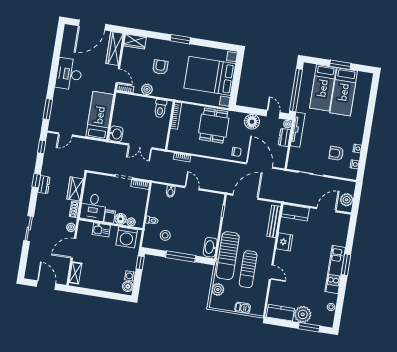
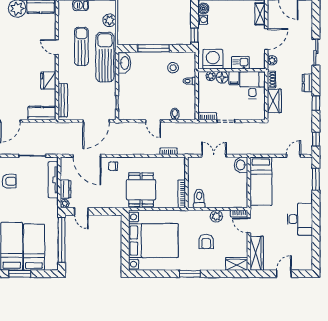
door: (92, 25) -> (284, 274), width x0.53
floor lamp: (252, 122) -> (102, 200), removed
tv unit: (298, 130) -> (53, 180), moved
dresser: (44, 185) -> (307, 83), moved

